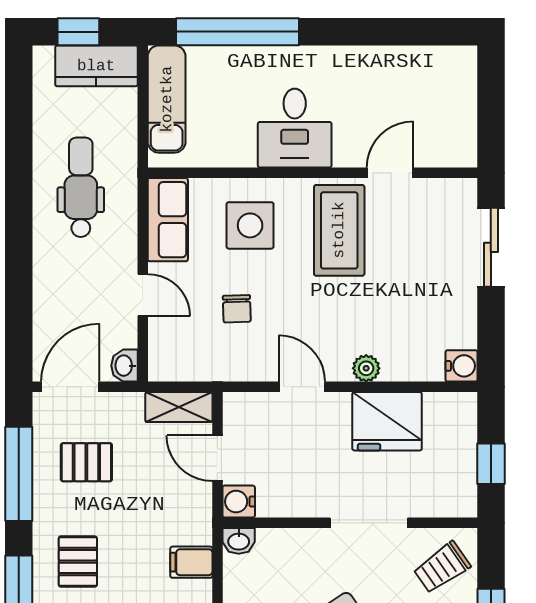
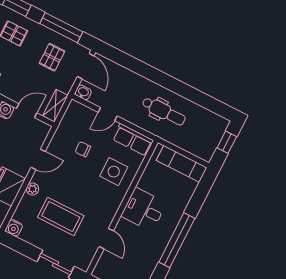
window: (238, 32) -> (177, 240), moved
kitchen counter: (96, 66) -> (209, 142), removed
coffee table: (339, 230) -> (61, 216), moved

